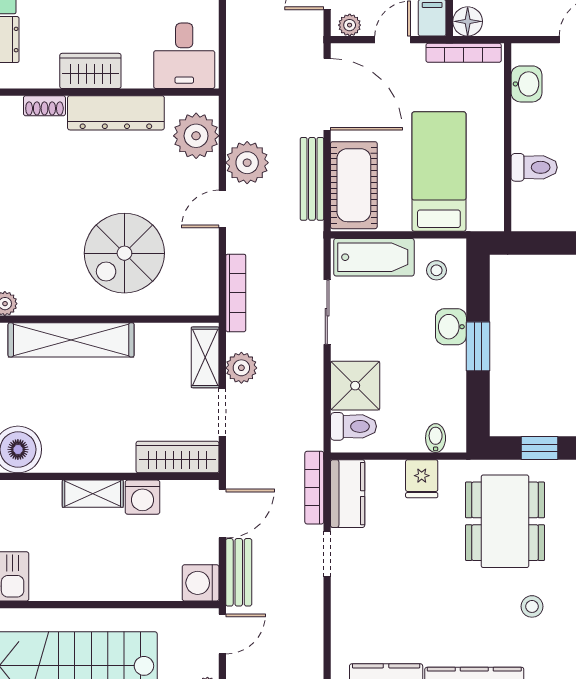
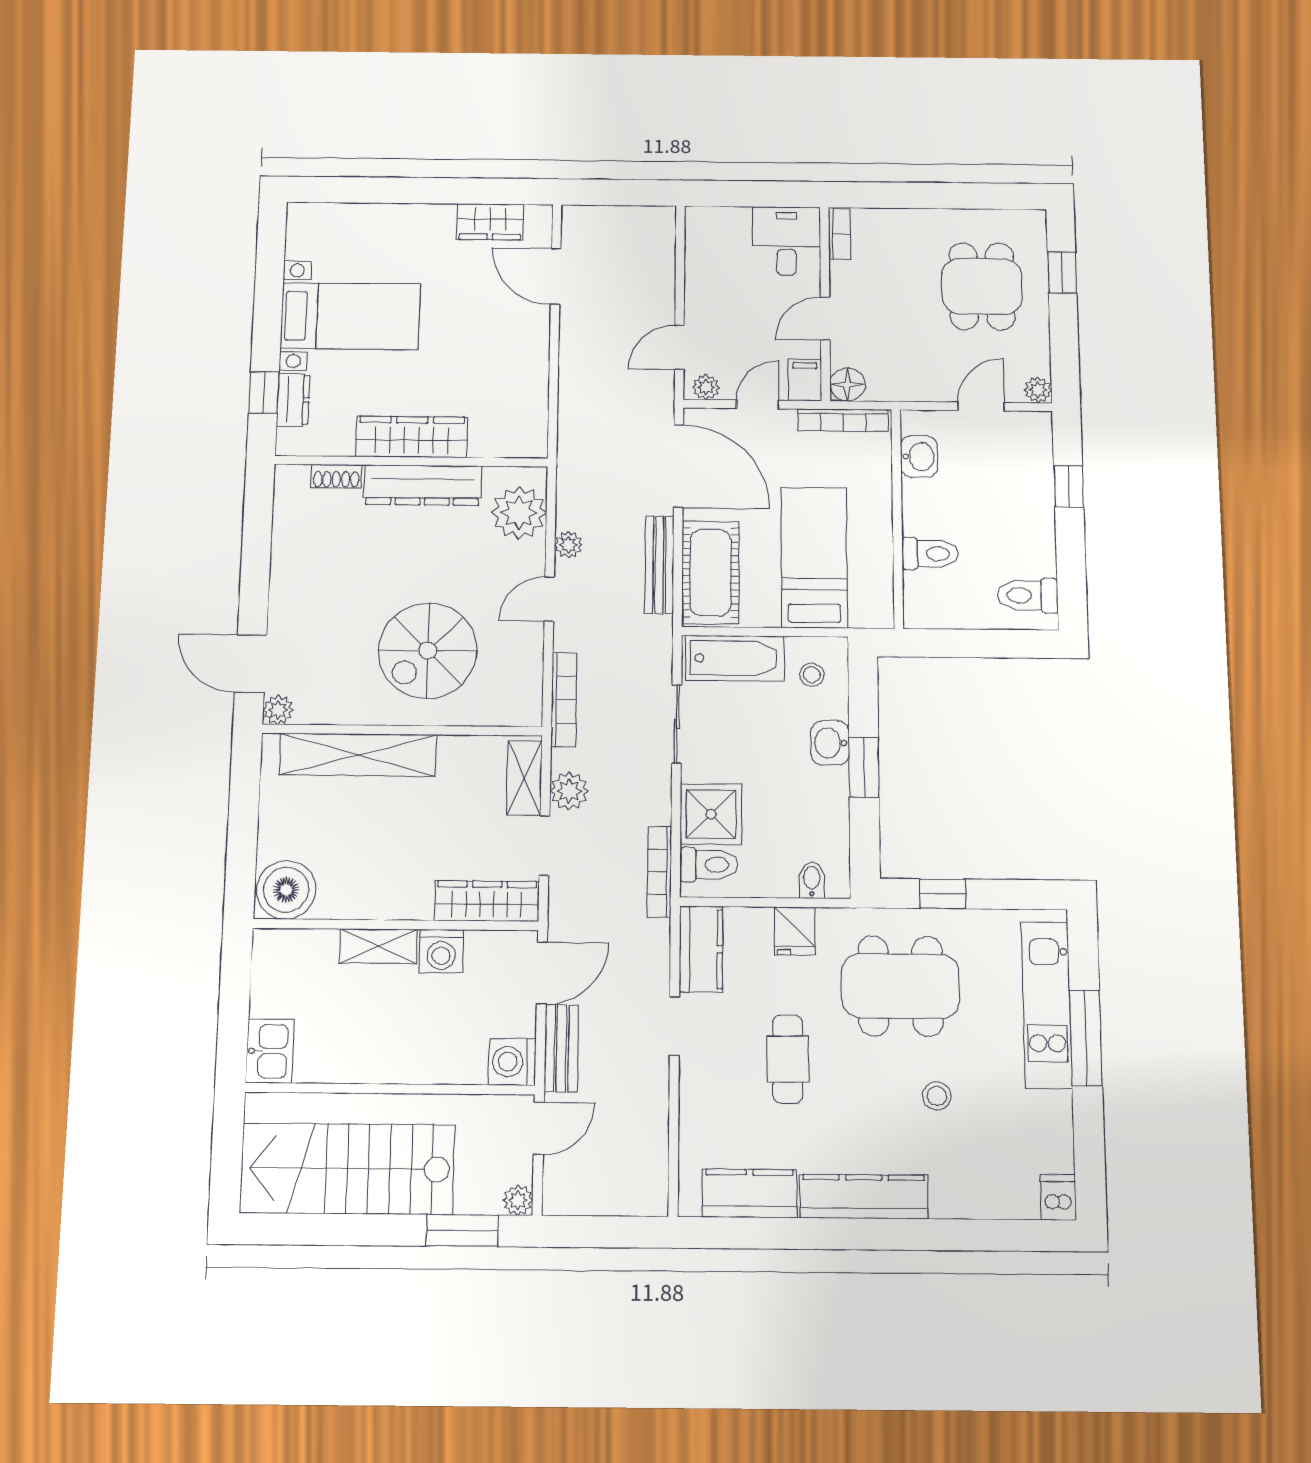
desk: (184, 56) -> (507, 420), removed
wardrobe: (90, 71) -> (412, 437), width x1.50
plant: (247, 163) -> (568, 545), width x0.53, depth x0.53
bookcase: (314, 488) -> (659, 872), moved
dining table: (505, 521) -> (901, 986), turned 90
cafe table: (416, 579) -> (788, 1059), added

